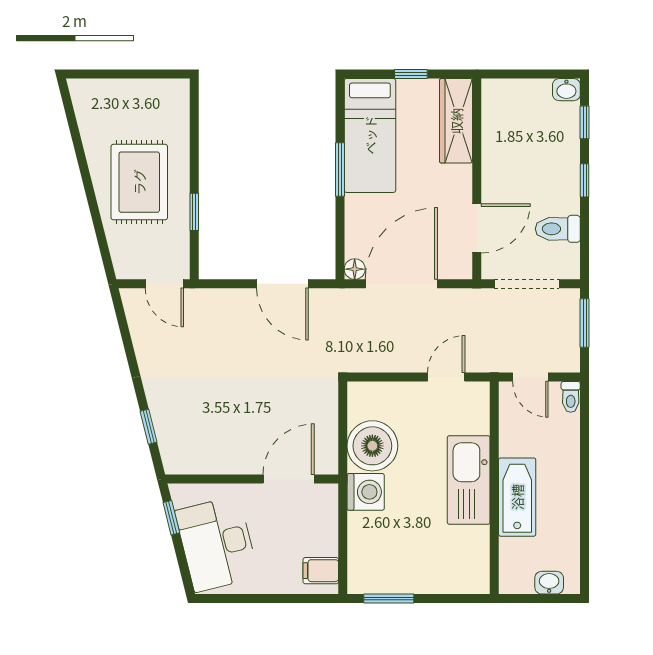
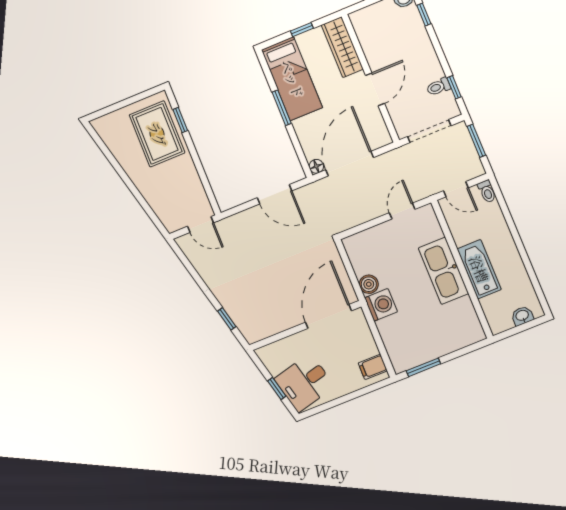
window: (585, 180) -> (454, 87), moved
rug: (139, 182) -> (157, 134), moved
window: (194, 212) -> (180, 120), moved
door: (477, 228) -> (375, 89), moved
toilet: (558, 229) -> (439, 87), width x0.73, depth x0.72
boiler: (372, 446) -> (369, 284), width x0.54, depth x0.54
door: (289, 479) -> (329, 316), width x1.36
window: (171, 518) -> (277, 388), moved
desk: (217, 544) -> (304, 383), width x0.73

